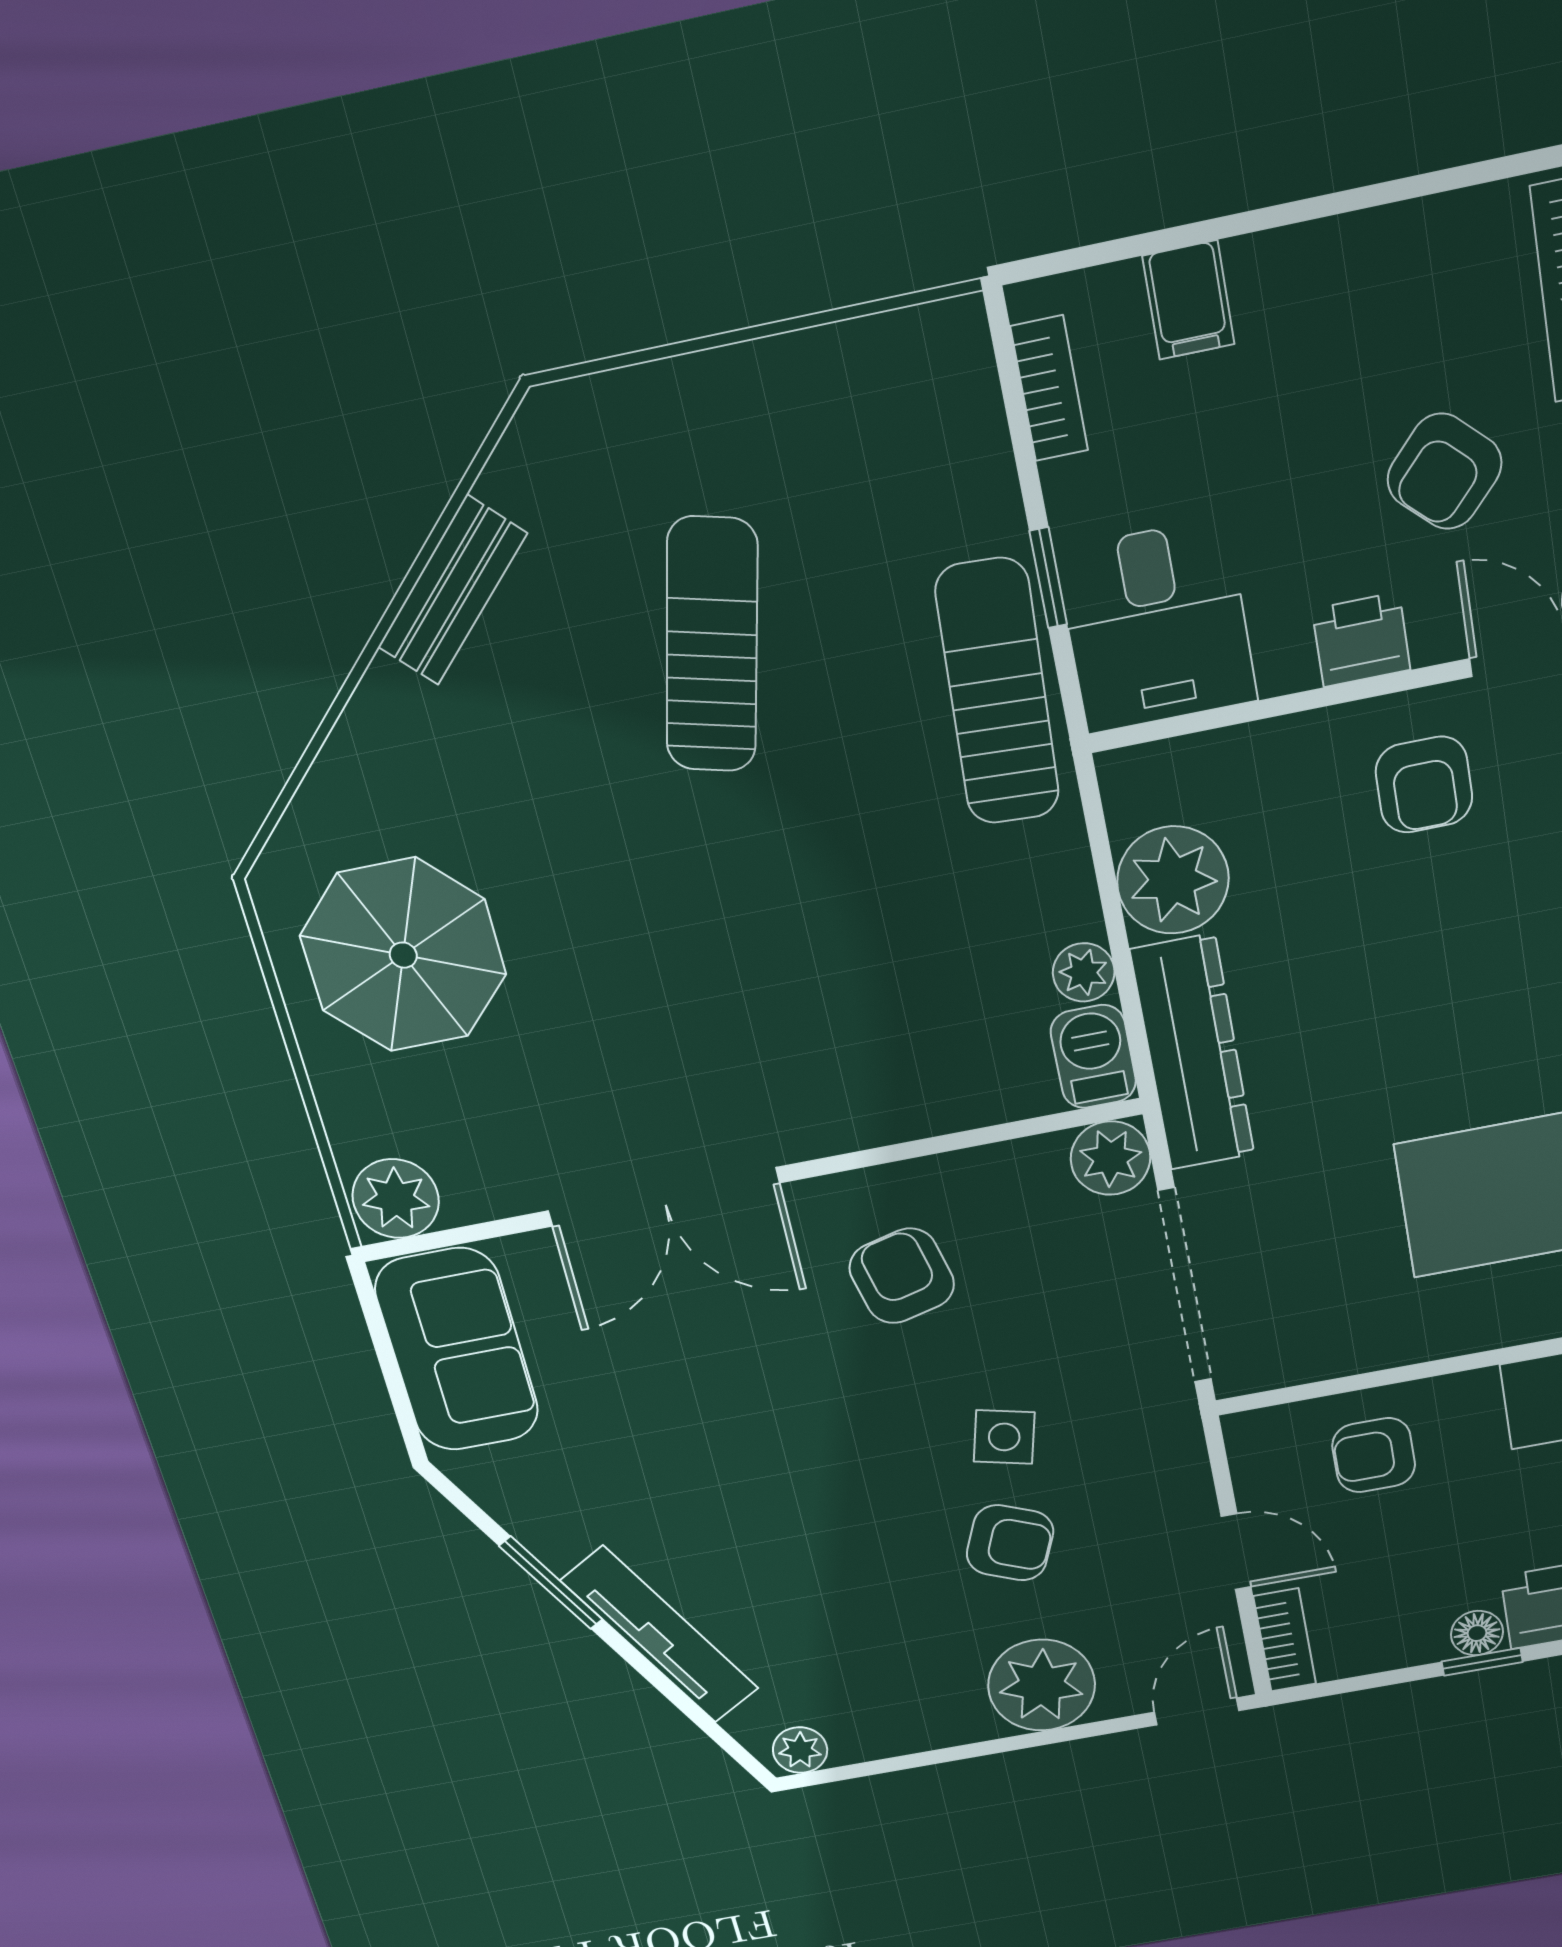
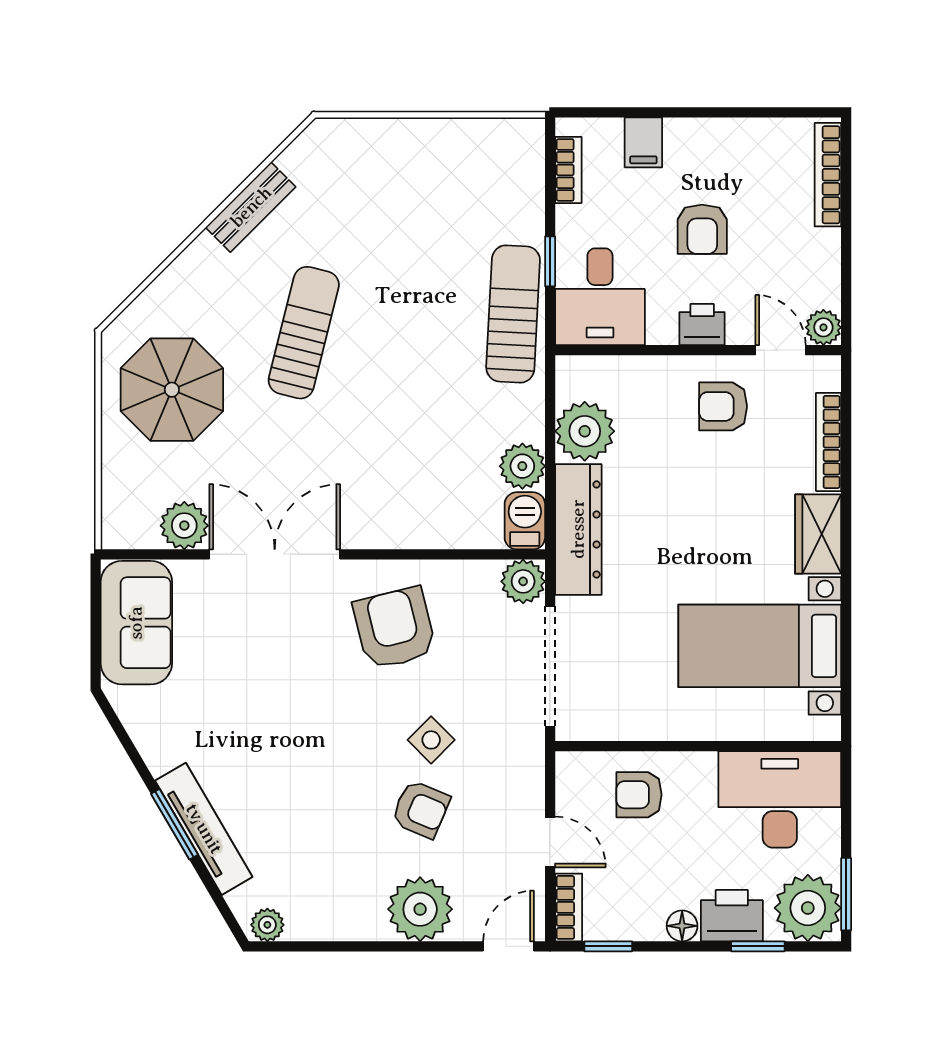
armchair: (1445, 471) -> (702, 229), moved, turned -43
sun lounger: (712, 645) -> (304, 333), moved
armchair: (1424, 785) -> (723, 406), turned 90
plant: (1084, 972) -> (522, 466), width x1.38, depth x1.38
double door: (664, 1197) -> (275, 554), swing flipped
plant: (396, 1199) -> (184, 526), moved
armchair: (902, 1276) -> (395, 628), width x1.38, depth x1.38
side table: (1004, 1437) -> (431, 740), turned 31
window: (551, 1583) -> (174, 824), moved
window: (1482, 1662) -> (608, 946), moved

